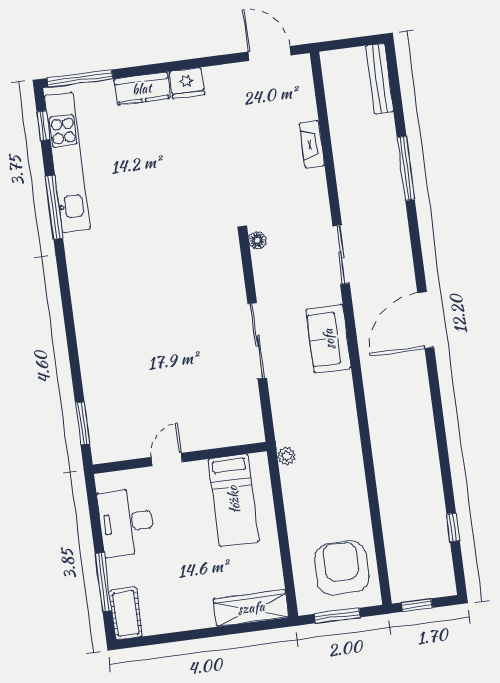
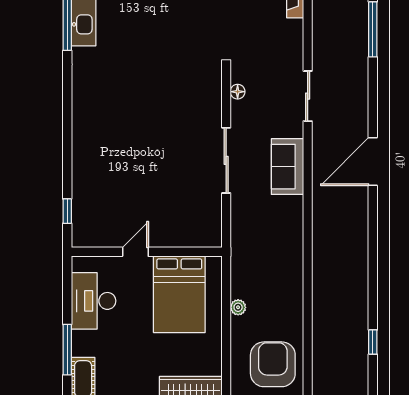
floor lamp: (257, 240) -> (238, 92), moved
window: (82, 423) -> (67, 211), width x0.67
plant: (286, 456) -> (238, 307), moved
bed: (234, 500) -> (179, 294), width x1.50

